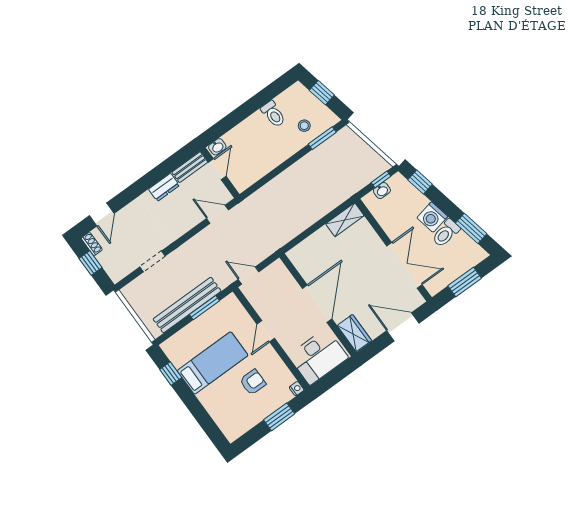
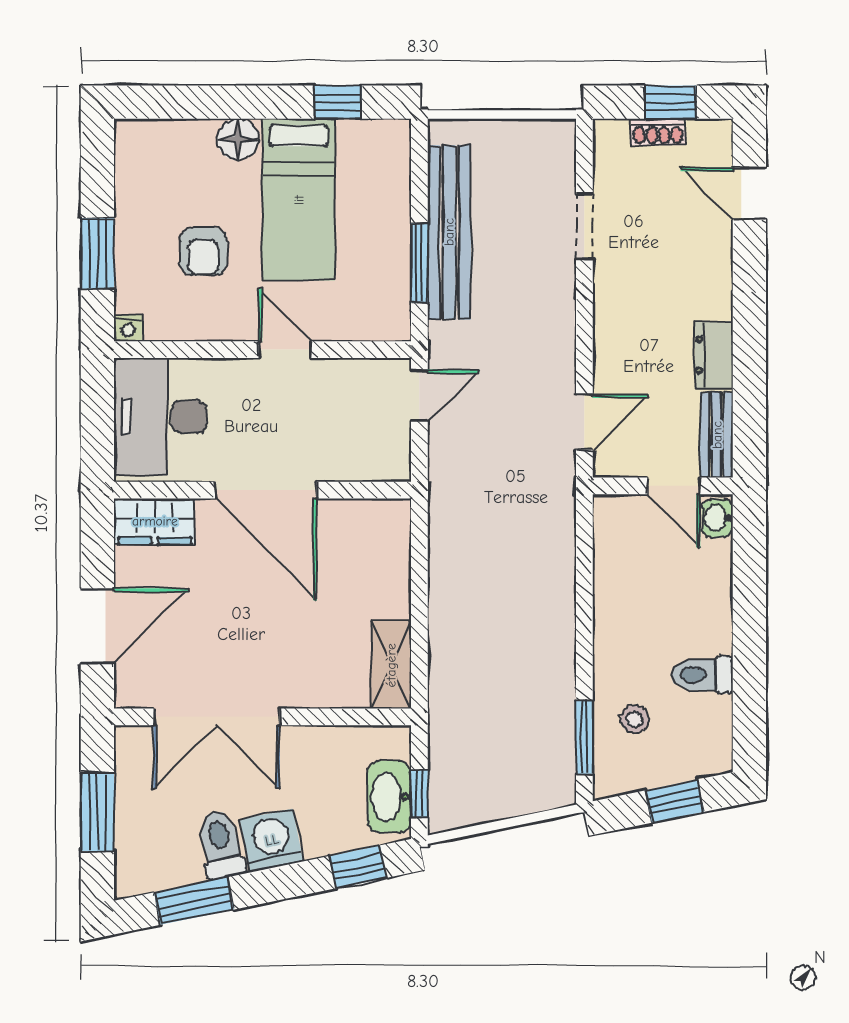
washbasin: (382, 191) -> (389, 797), width x1.91, depth x1.45
shoe rack: (92, 244) -> (658, 132), moved
floor lamp: (207, 398) -> (238, 139), added

